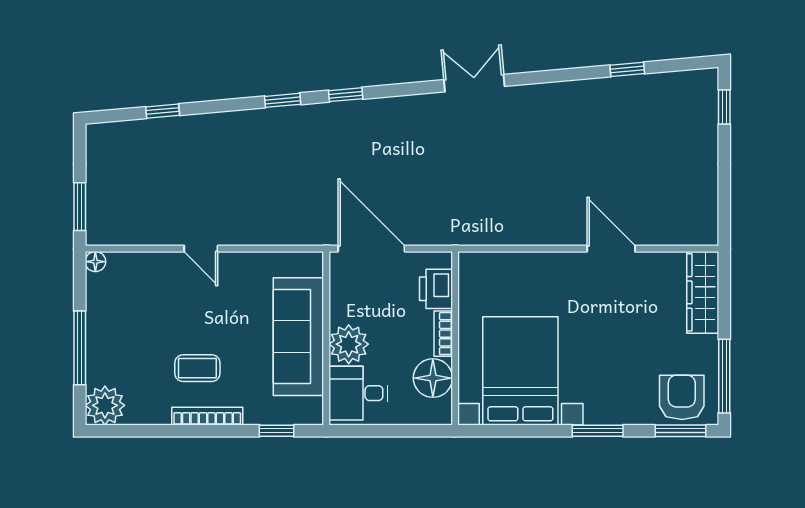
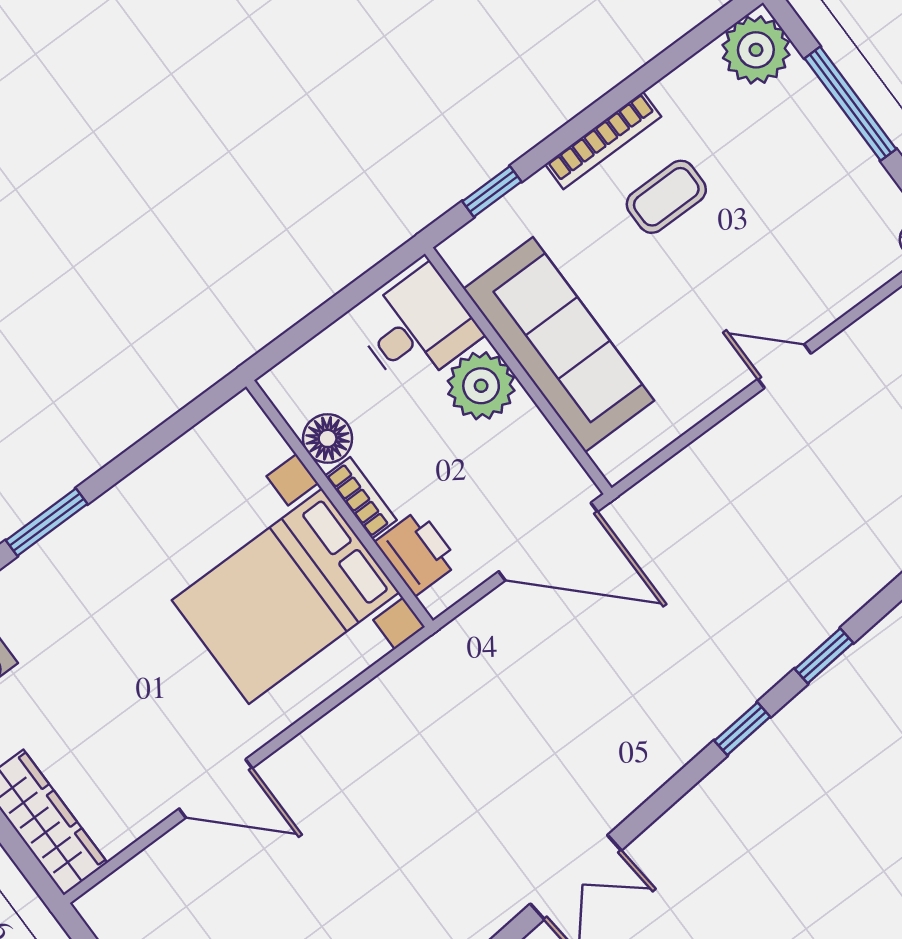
bed with nightstands: (520, 371) -> (286, 596), moved, turned 90
floor lamp: (433, 378) -> (328, 438), width x0.73, depth x0.73

